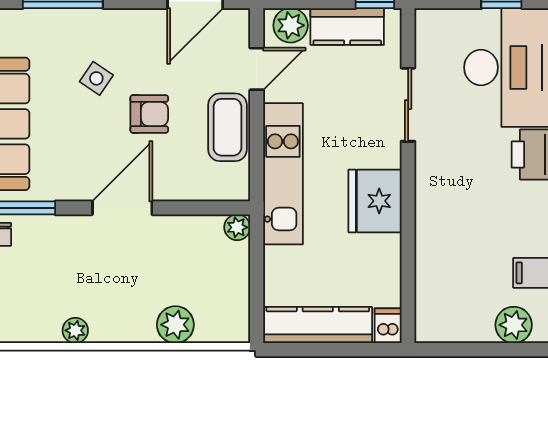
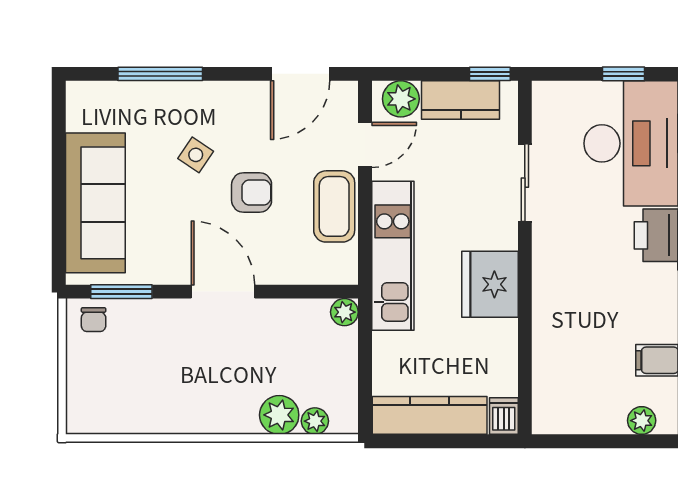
door: (122, 208) -> (223, 292), hinge flipped
plant: (514, 325) -> (642, 421), width x0.73, depth x0.73
plant: (75, 330) -> (315, 421), moved

